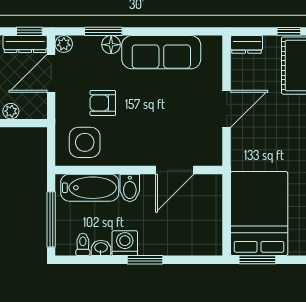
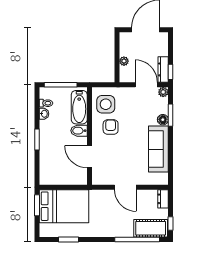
armchair: (103, 103) -> (111, 127), moved
washing machine: (125, 243) -> (47, 128), removed

